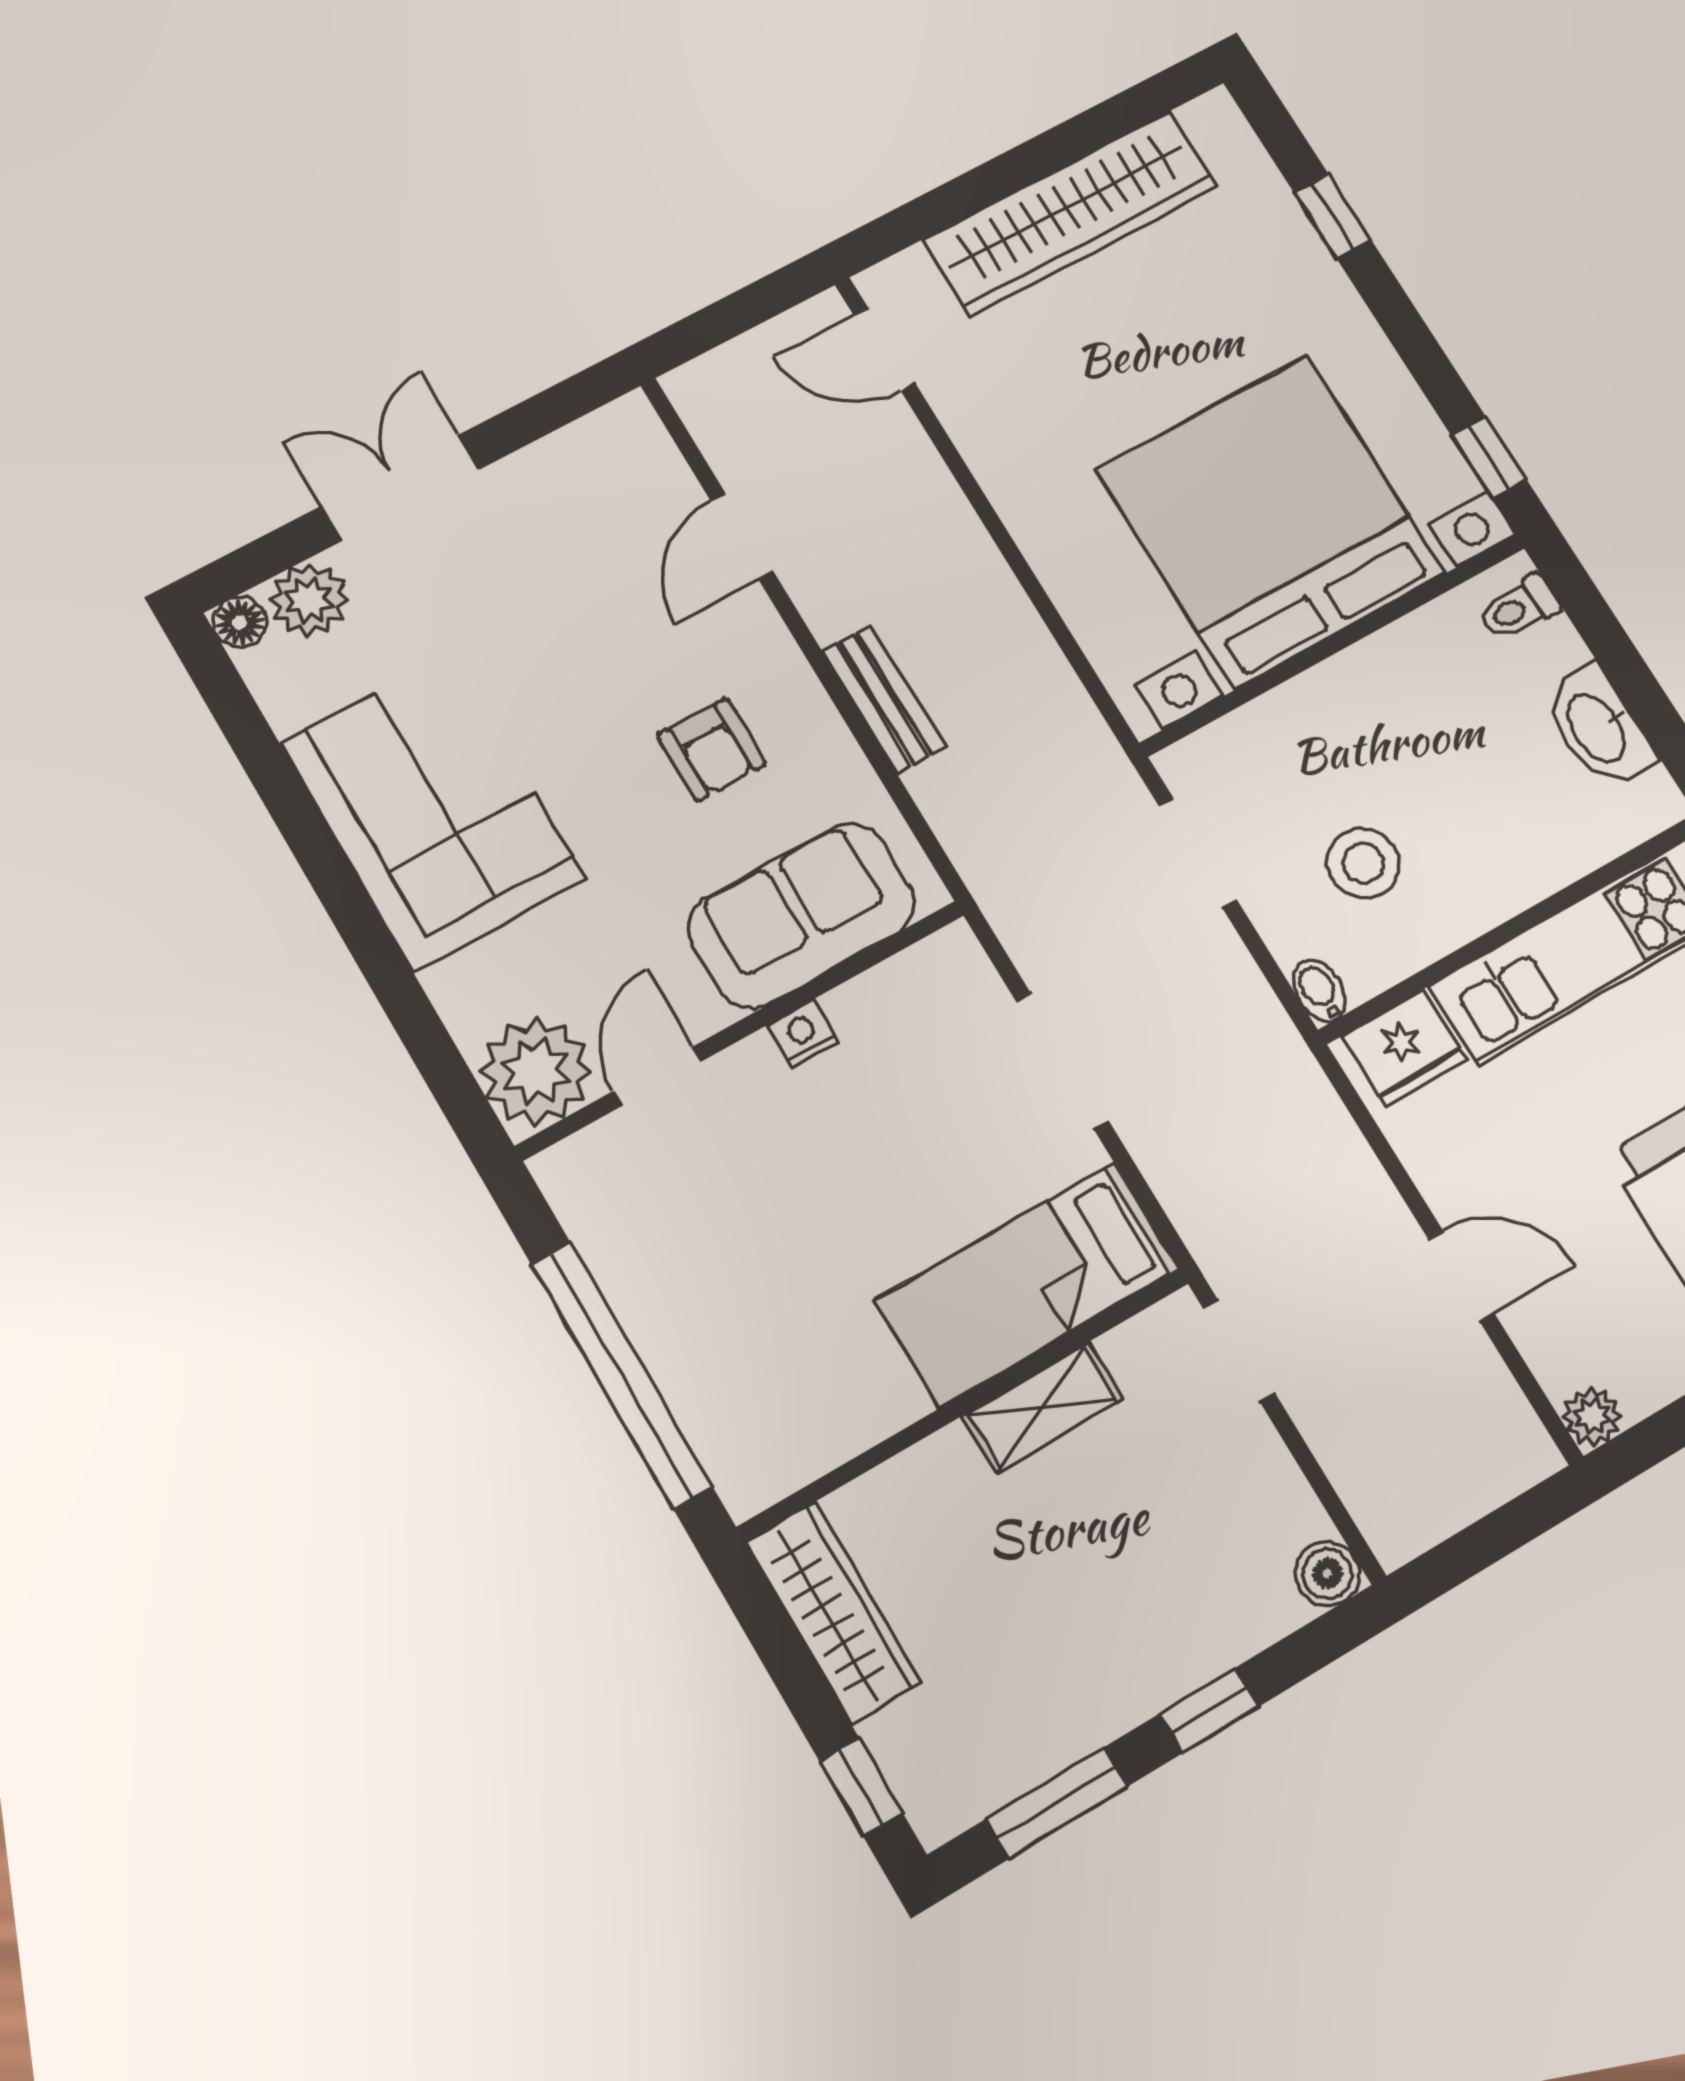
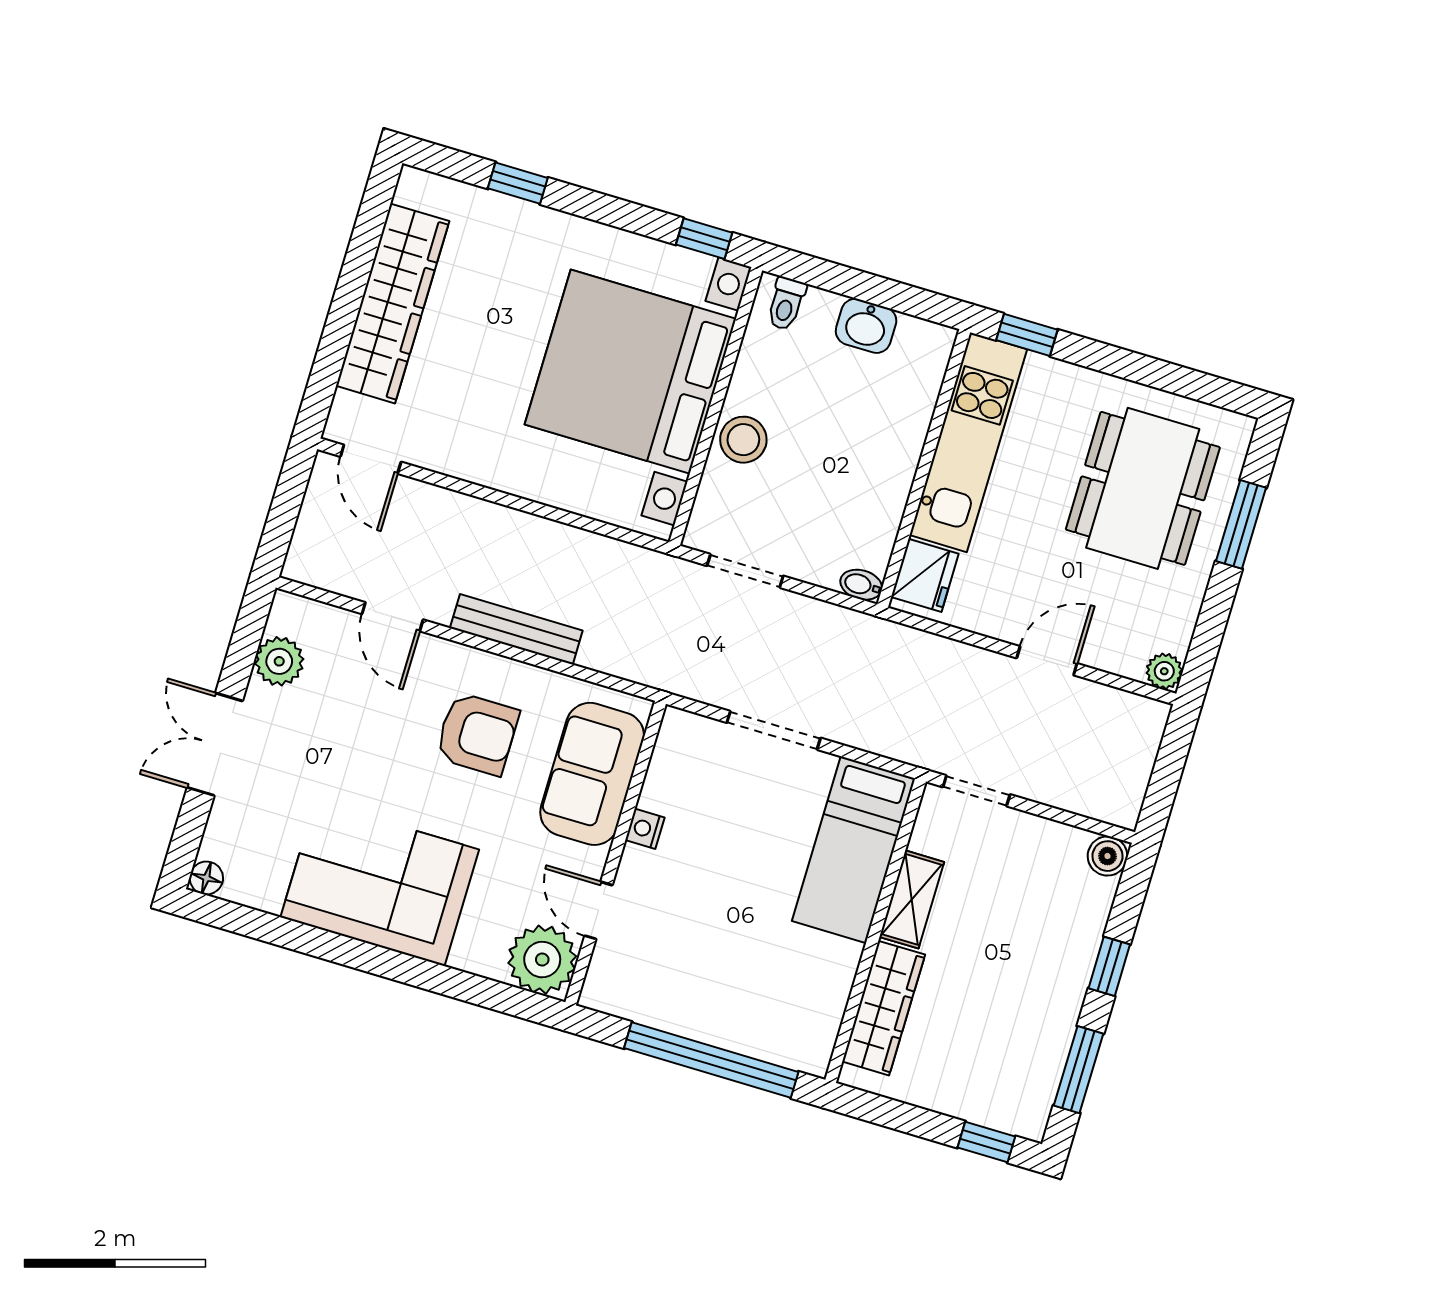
door: (885, 349) -> (371, 459), hinge flipped
plant: (309, 600) -> (279, 661), moved
bench: (884, 699) -> (516, 629), width x1.36
washbasin: (1598, 727) -> (866, 326), width x0.72
armchair: (712, 750) -> (477, 734), width x1.38, depth x1.38
stool: (1364, 863) -> (743, 440), moved
wardrobe: (833, 1612) -> (884, 1008), moved, turned 90

